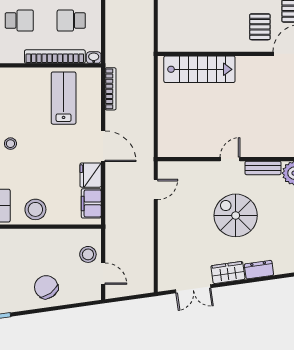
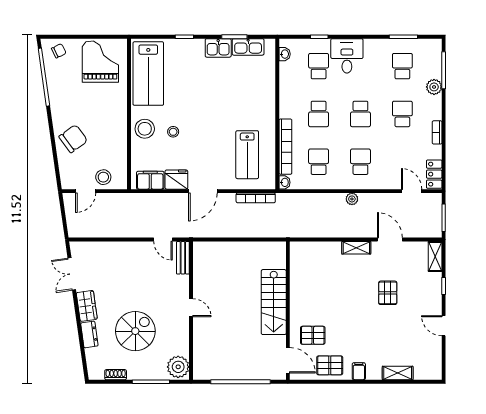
stairs: (199, 69) -> (274, 302), moved
lab bench: (64, 98) -> (247, 155), turned 90
stool: (10, 144) -> (173, 132), moved
bench: (263, 168) -> (183, 258), moved
spiral stairs: (236, 215) -> (135, 331), moved

